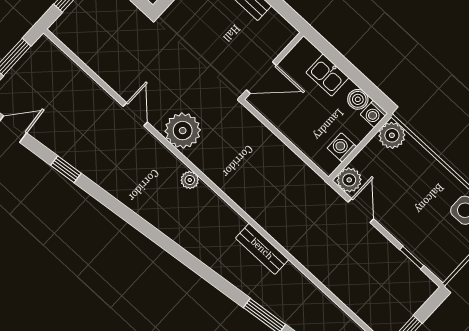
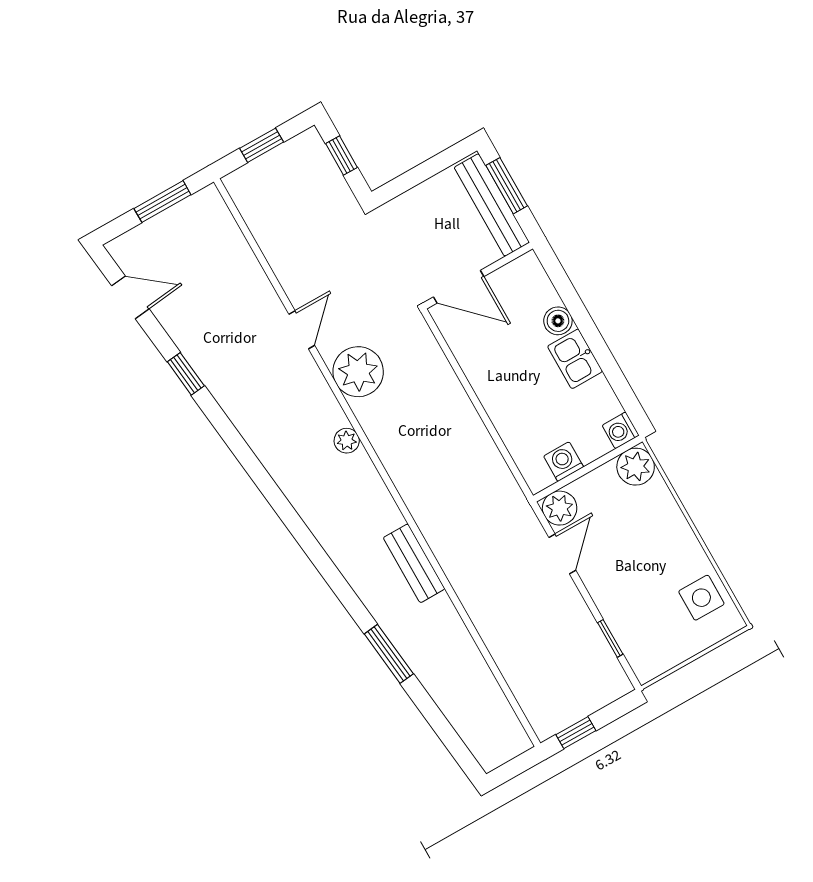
wall: (272, 66) -> (478, 276), moved
door: (261, 78) -> (459, 287), moved
boiler: (358, 99) -> (558, 321), moved

